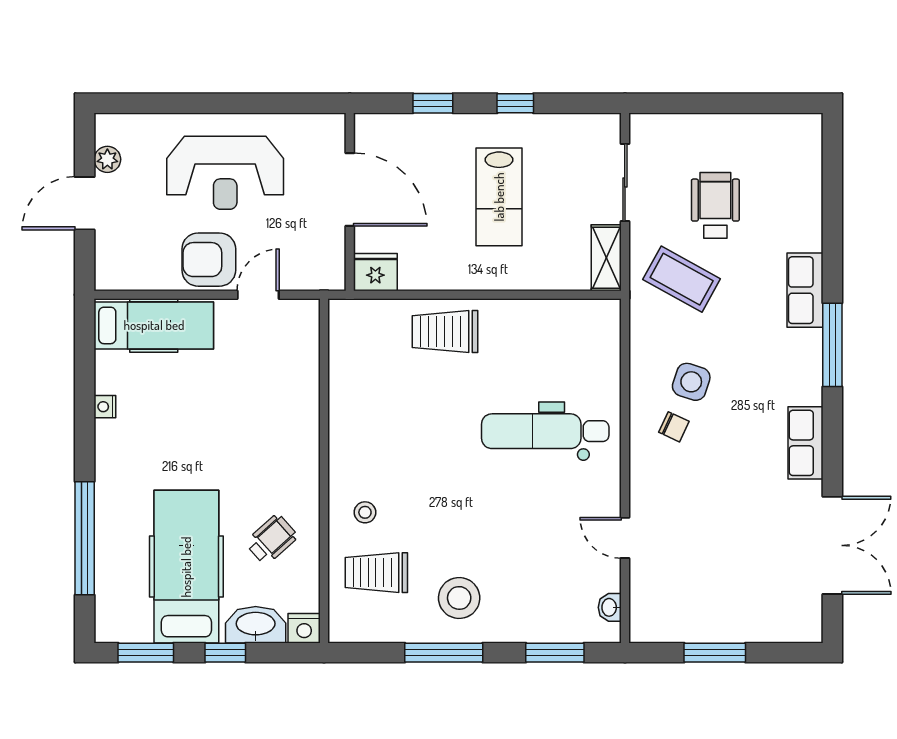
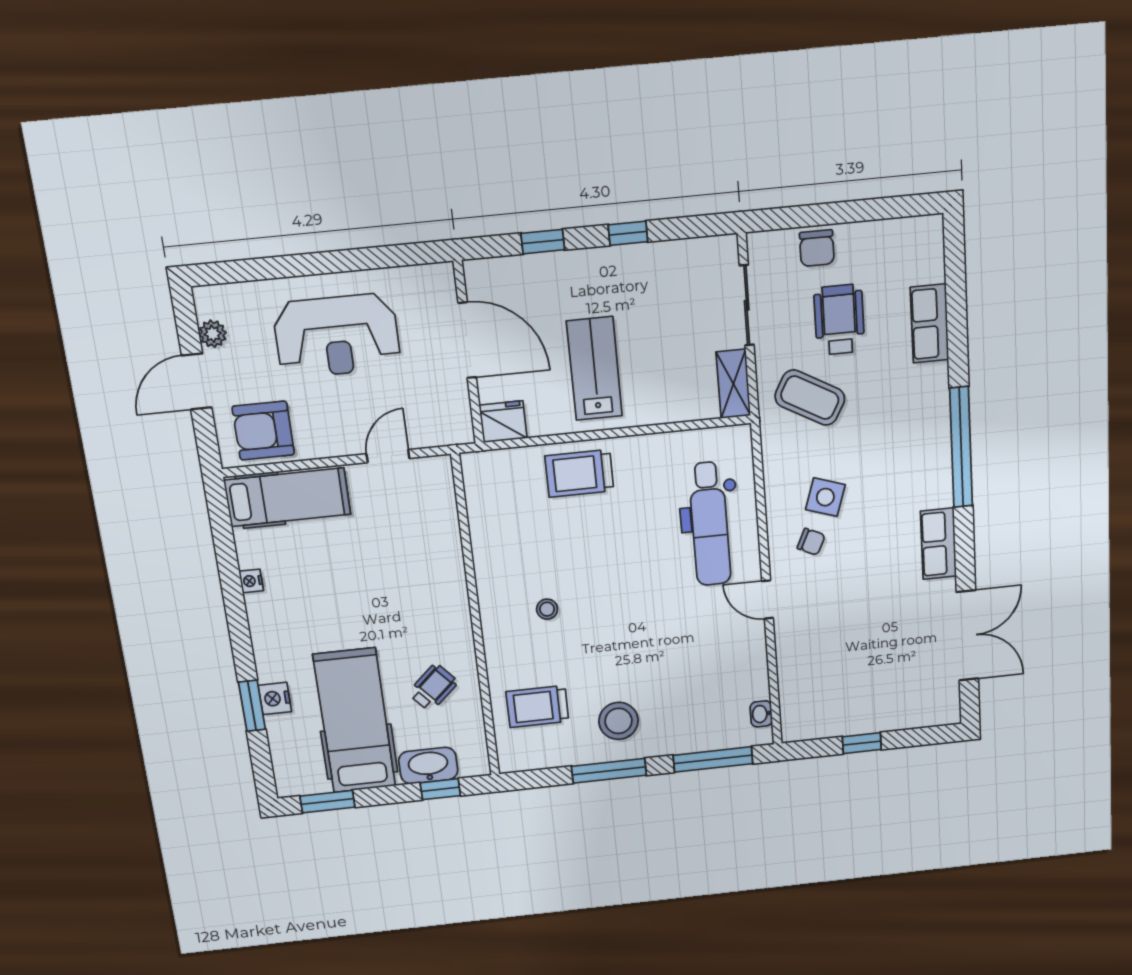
chair: (697, 135) -> (817, 248), added
lab bench: (499, 197) -> (594, 369), moved, turned 180
armchair: (209, 260) -> (263, 431), moved
row of seats: (805, 290) -> (930, 324), moved
window: (832, 345) -> (961, 447), width x1.46
dental chair: (545, 431) -> (710, 524), moved, turned -90
stool: (365, 512) -> (547, 609), moved
window: (85, 538) -> (252, 706), width x0.47
door: (625, 538) -> (768, 600), moved
nightstand: (304, 628) -> (275, 698), moved, turned 90
window: (225, 653) -> (440, 789), moved
window: (555, 653) -> (713, 759), width x1.44
window: (715, 653) -> (862, 743), width x0.67

